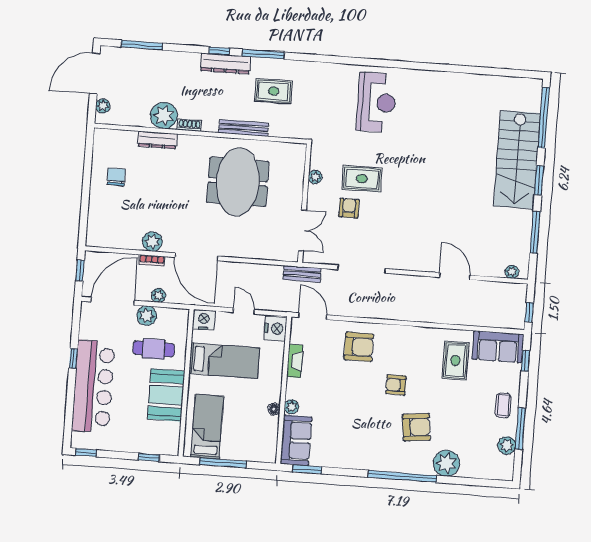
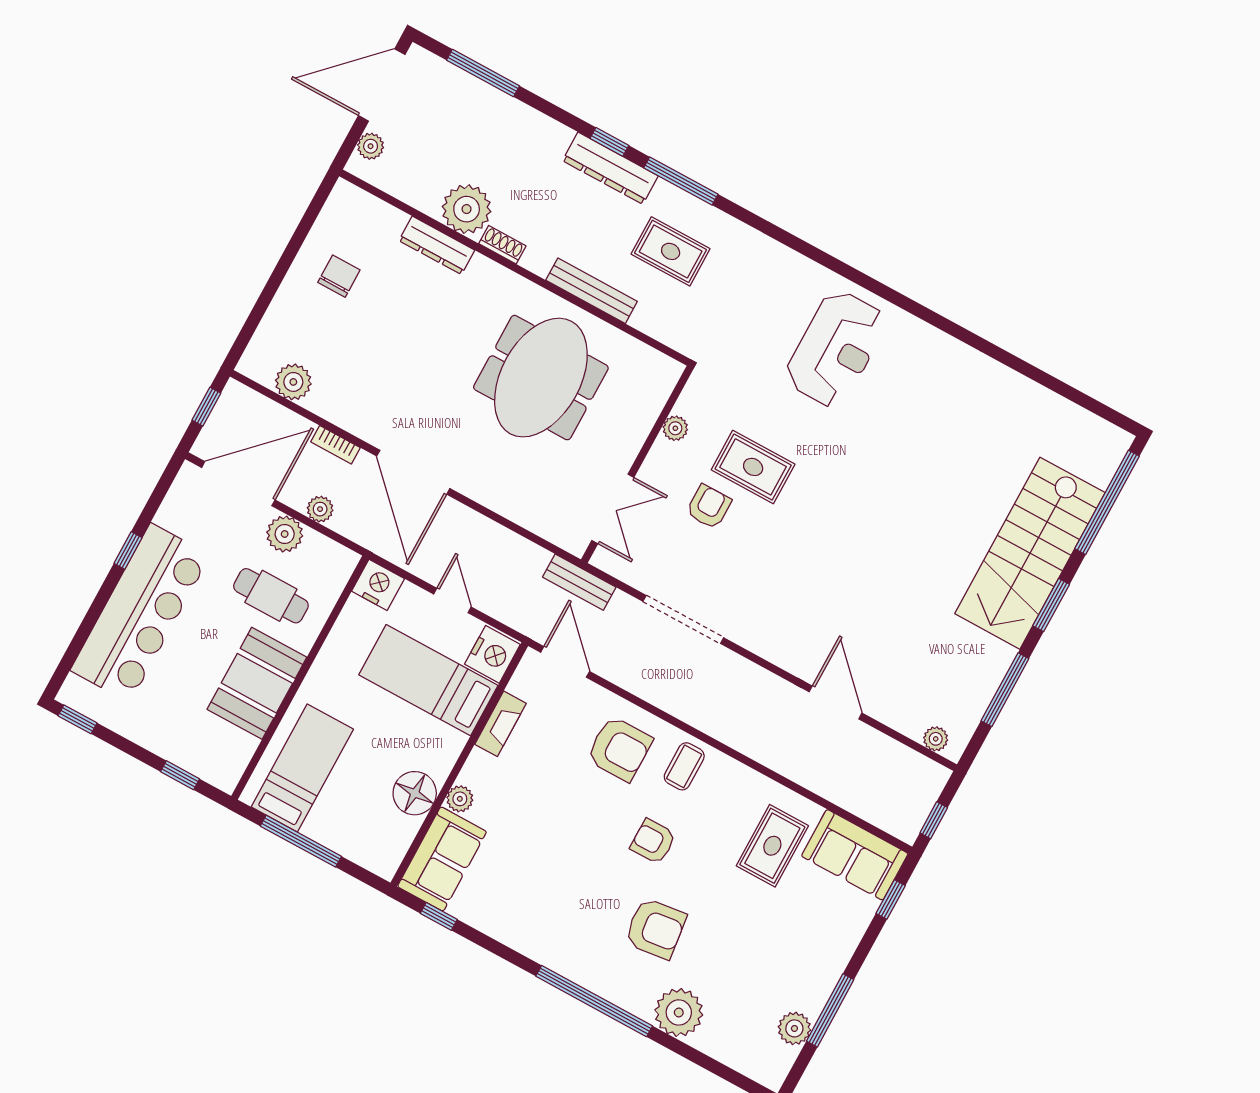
plant: (152, 242) -> (293, 382), moved
bed: (224, 361) -> (428, 680), moved, turned 180
coffee table: (503, 405) -> (684, 766), moved
floor lamp: (274, 409) -> (415, 793), width x1.89, depth x1.89
window: (307, 469) -> (439, 916), width x0.67

